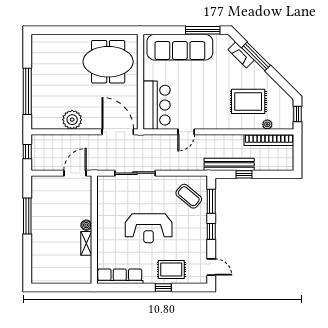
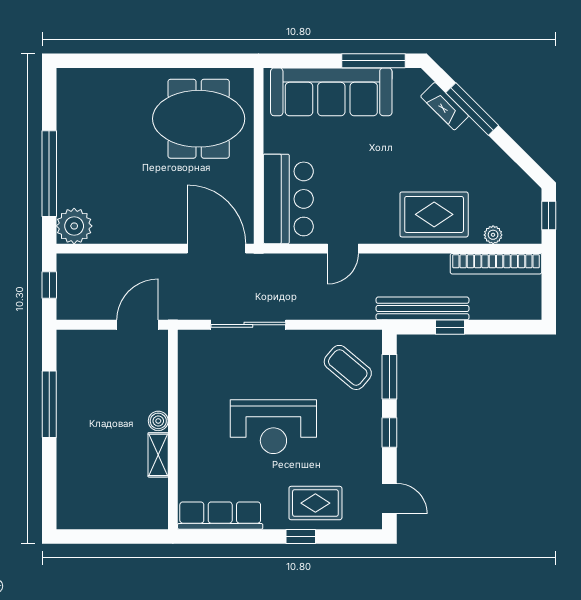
rug: (248, 101) -> (434, 214), moved
plant: (72, 120) -> (74, 226), moved

